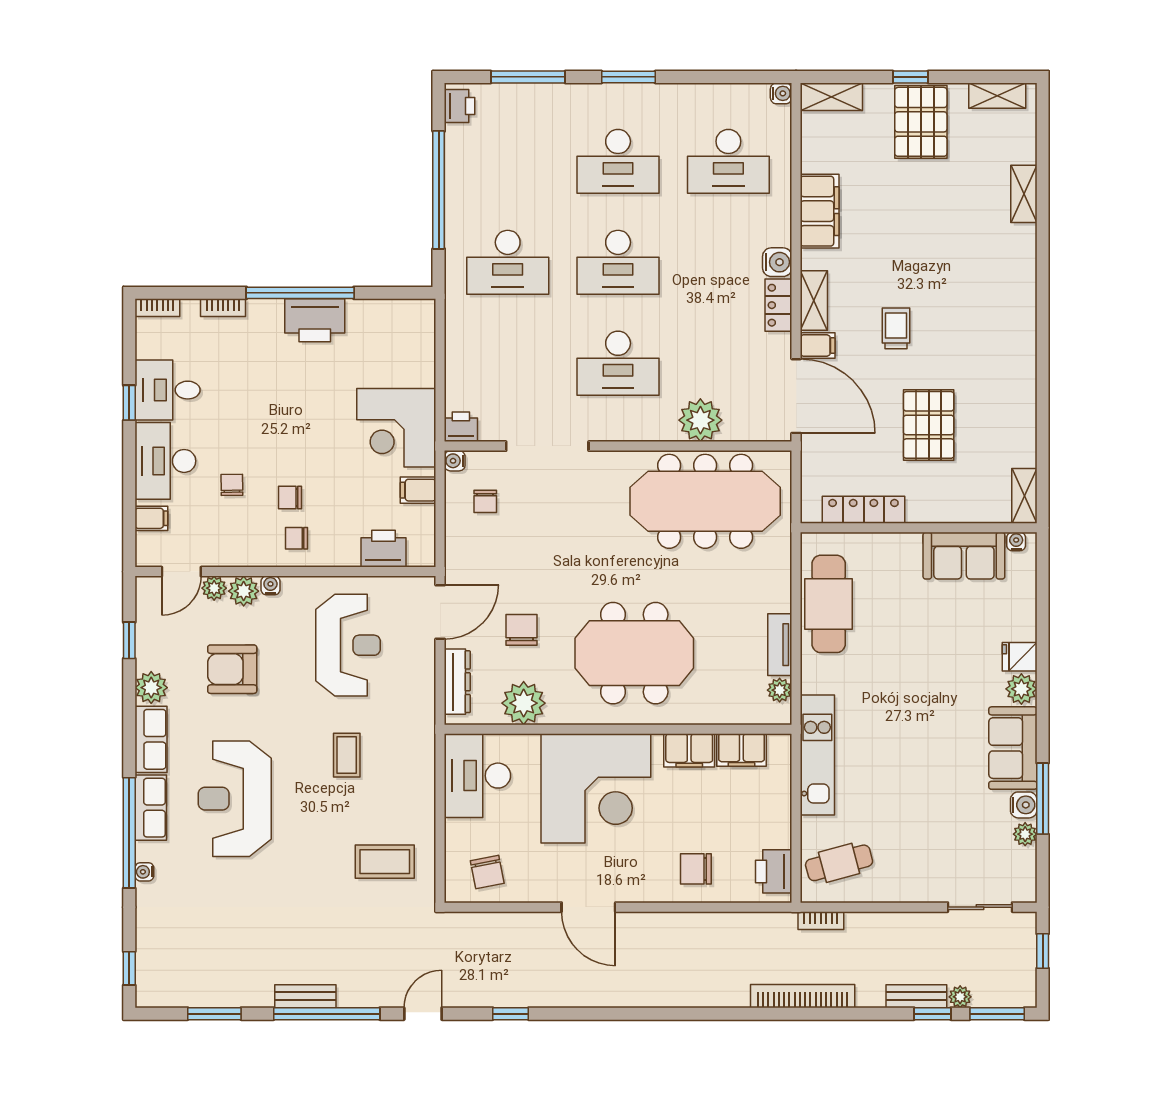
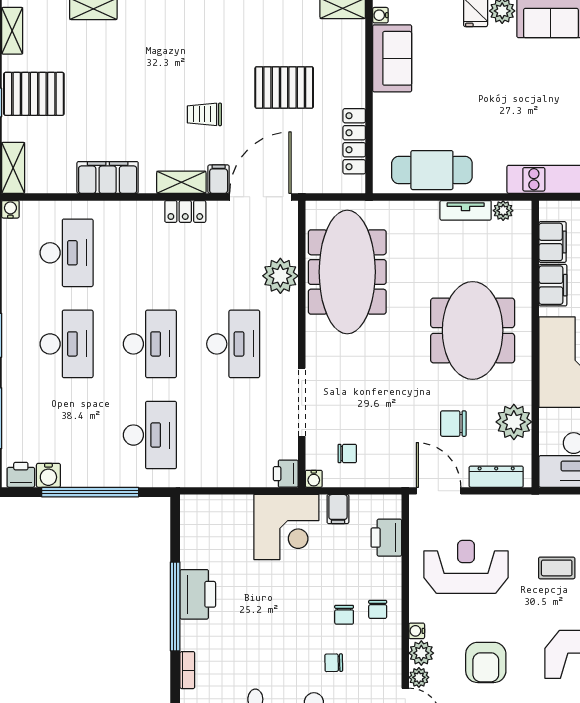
water cooler: (777, 262) -> (48, 475), moved, turned 180

